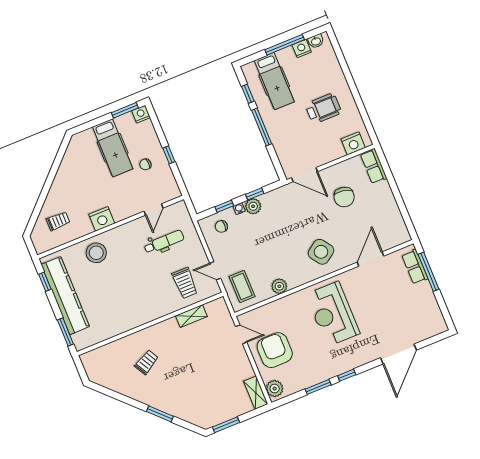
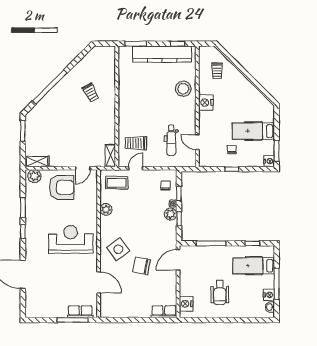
window: (262, 127) -> (211, 243), moved
chair: (344, 197) -> (141, 266), moved
shelving: (191, 316) -> (110, 155), moved
window: (160, 414) -> (50, 87), width x2.11

